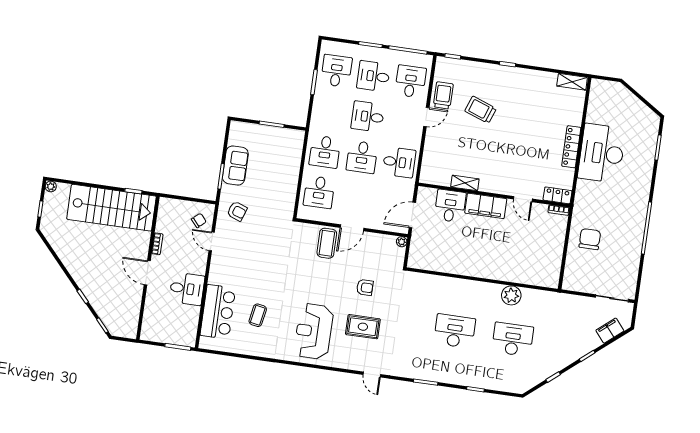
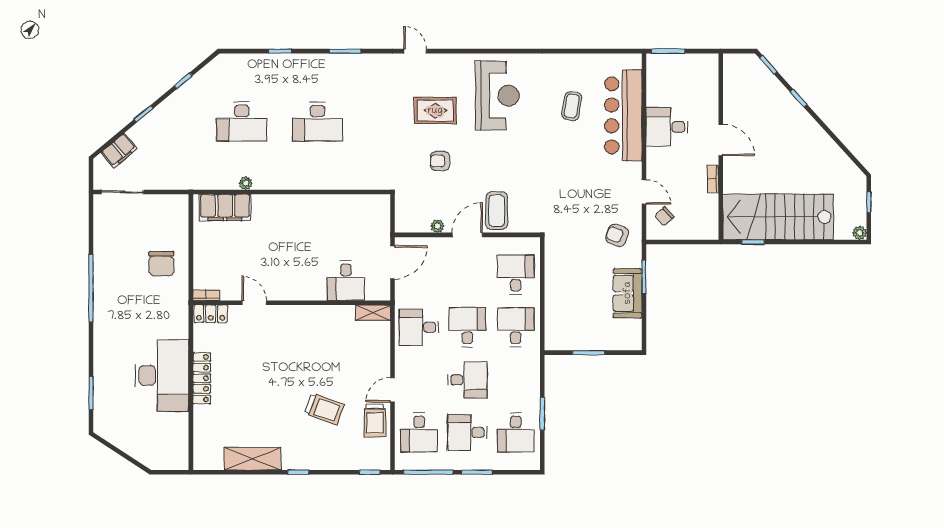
desk: (373, 76) -> (467, 432), turned 180
shelving: (572, 82) -> (253, 459), moved, width x1.50, depth x1.33
shelving: (465, 183) -> (373, 313), moved
filing cabinet: (486, 206) -> (225, 208), moved, turned 180
plant: (402, 242) -> (437, 226), moved
plant: (511, 295) -> (246, 183), width x0.53, depth x0.53
bar counter: (218, 312) -> (623, 115), width x1.36

